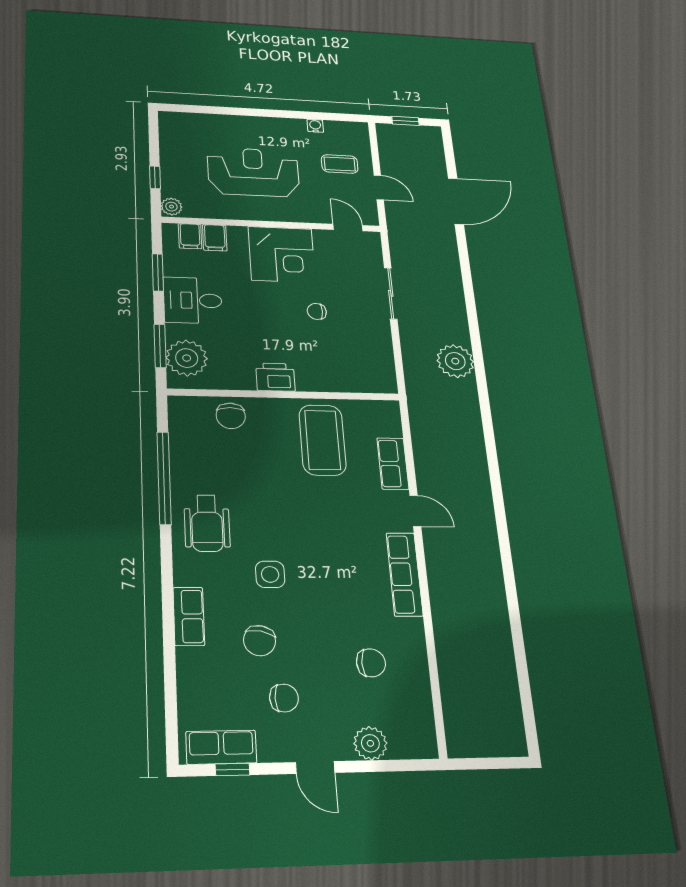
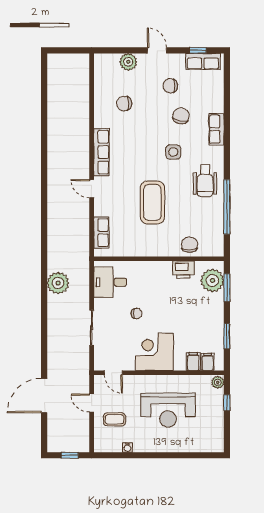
desk: (193, 300) -> (110, 282), moved, turned 180
printer: (275, 377) -> (183, 270), moved
coffee table: (322, 440) -> (152, 202), moved
row of seats: (393, 464) -> (101, 233), moved
wheelchair: (207, 523) -> (205, 181), turned 180

